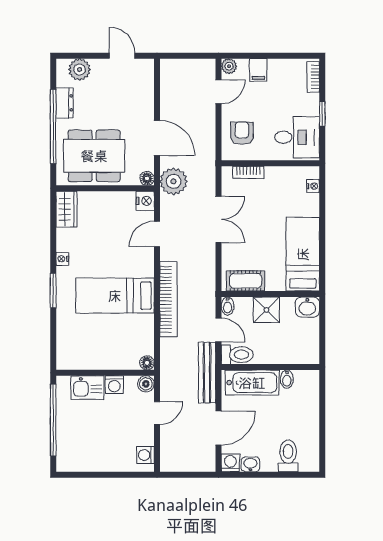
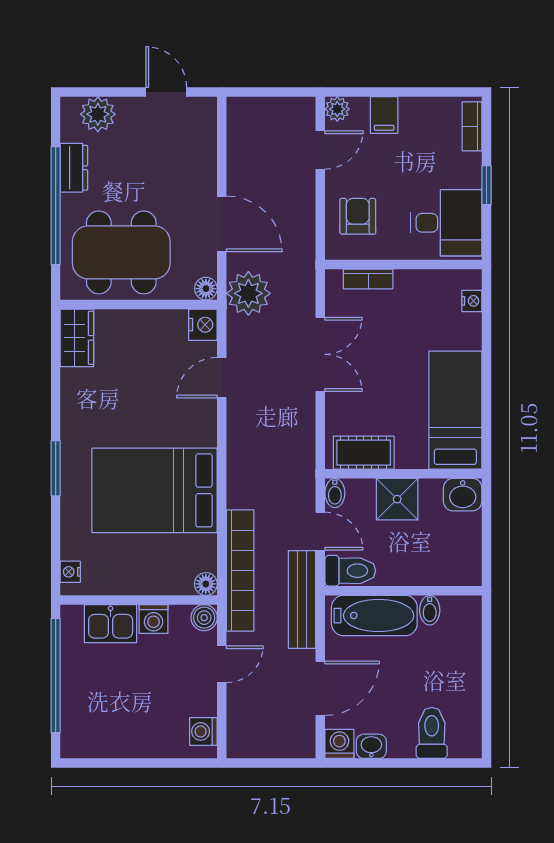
nightstand: (62, 259) -> (70, 572), moved
bed: (115, 296) -> (155, 490), width x1.50
bookcase: (168, 299) -> (240, 571), moved

